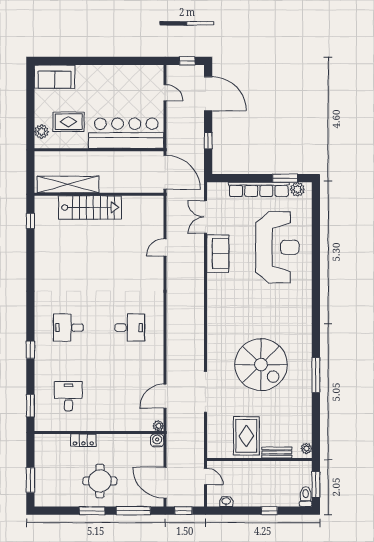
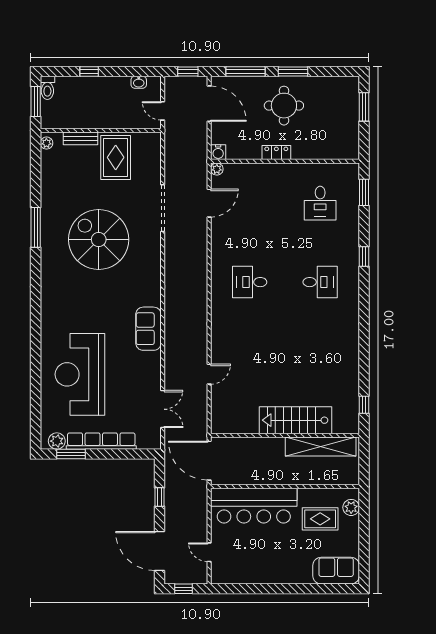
sofa: (218, 254) -> (148, 329), moved
locker: (83, 440) -> (276, 152), moved

